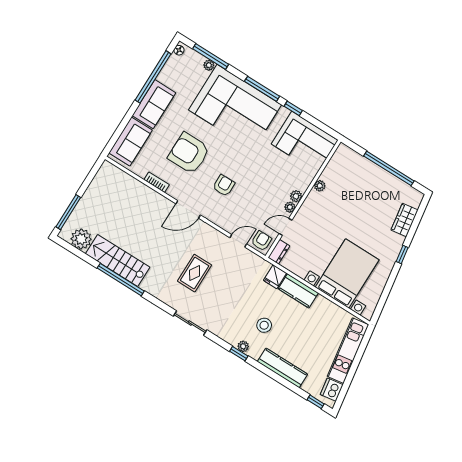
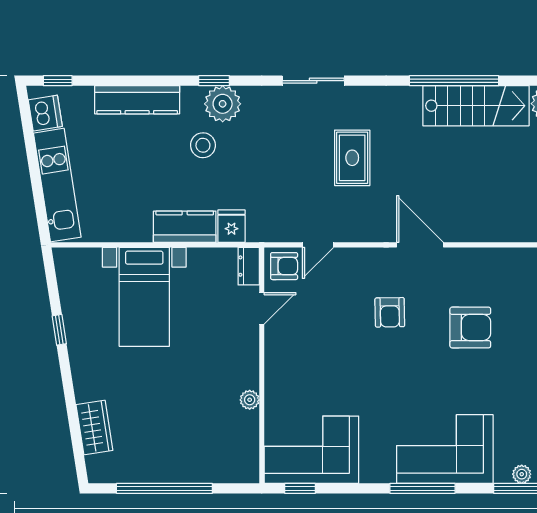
corner sofa: (235, 107) -> (445, 449), width x0.73, depth x0.74
window: (293, 108) -> (300, 488), moved
armchair: (189, 153) -> (470, 328), width x0.73, depth x0.73
bookcase: (157, 182) -> (491, 256), removed
plant: (296, 196) -> (275, 363), removed
plant: (290, 207) -> (274, 341), removed
door: (188, 209) -> (420, 245), hinge flipped
armchair: (261, 241) -> (284, 266), turned -90
window: (402, 255) -> (59, 330), moved
bed with nightstands: (347, 273) -> (144, 297), width x0.73
plant: (243, 346) -> (223, 104), width x1.87, depth x1.87

